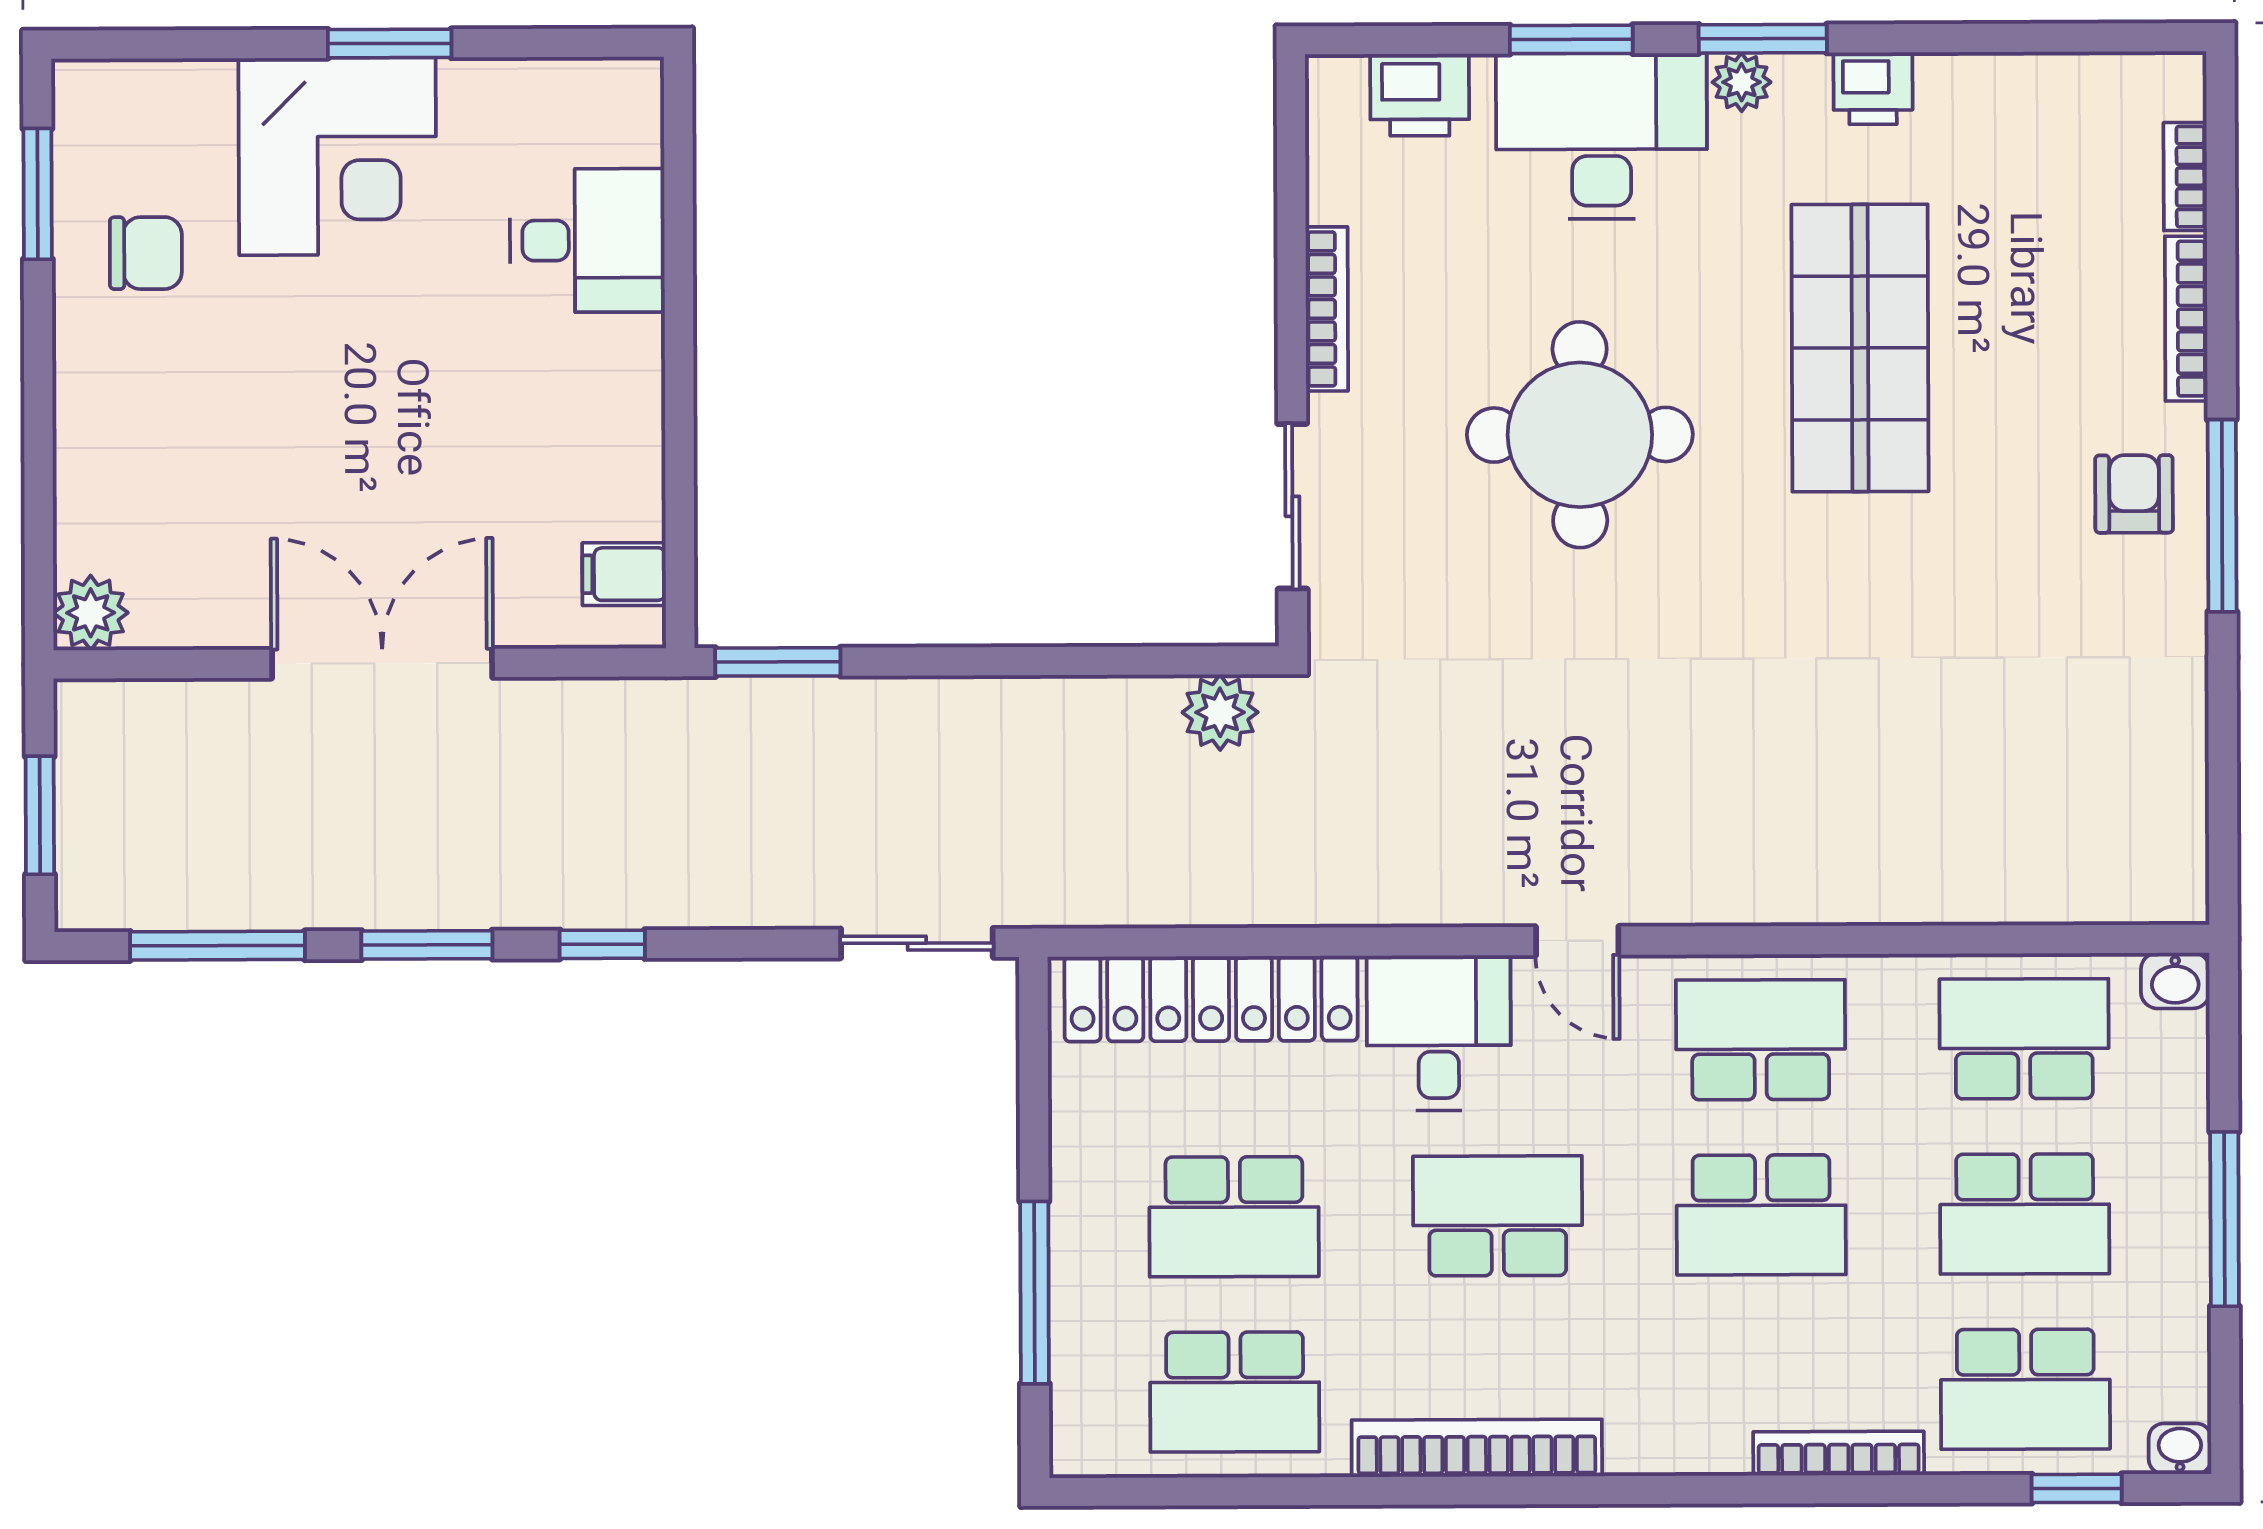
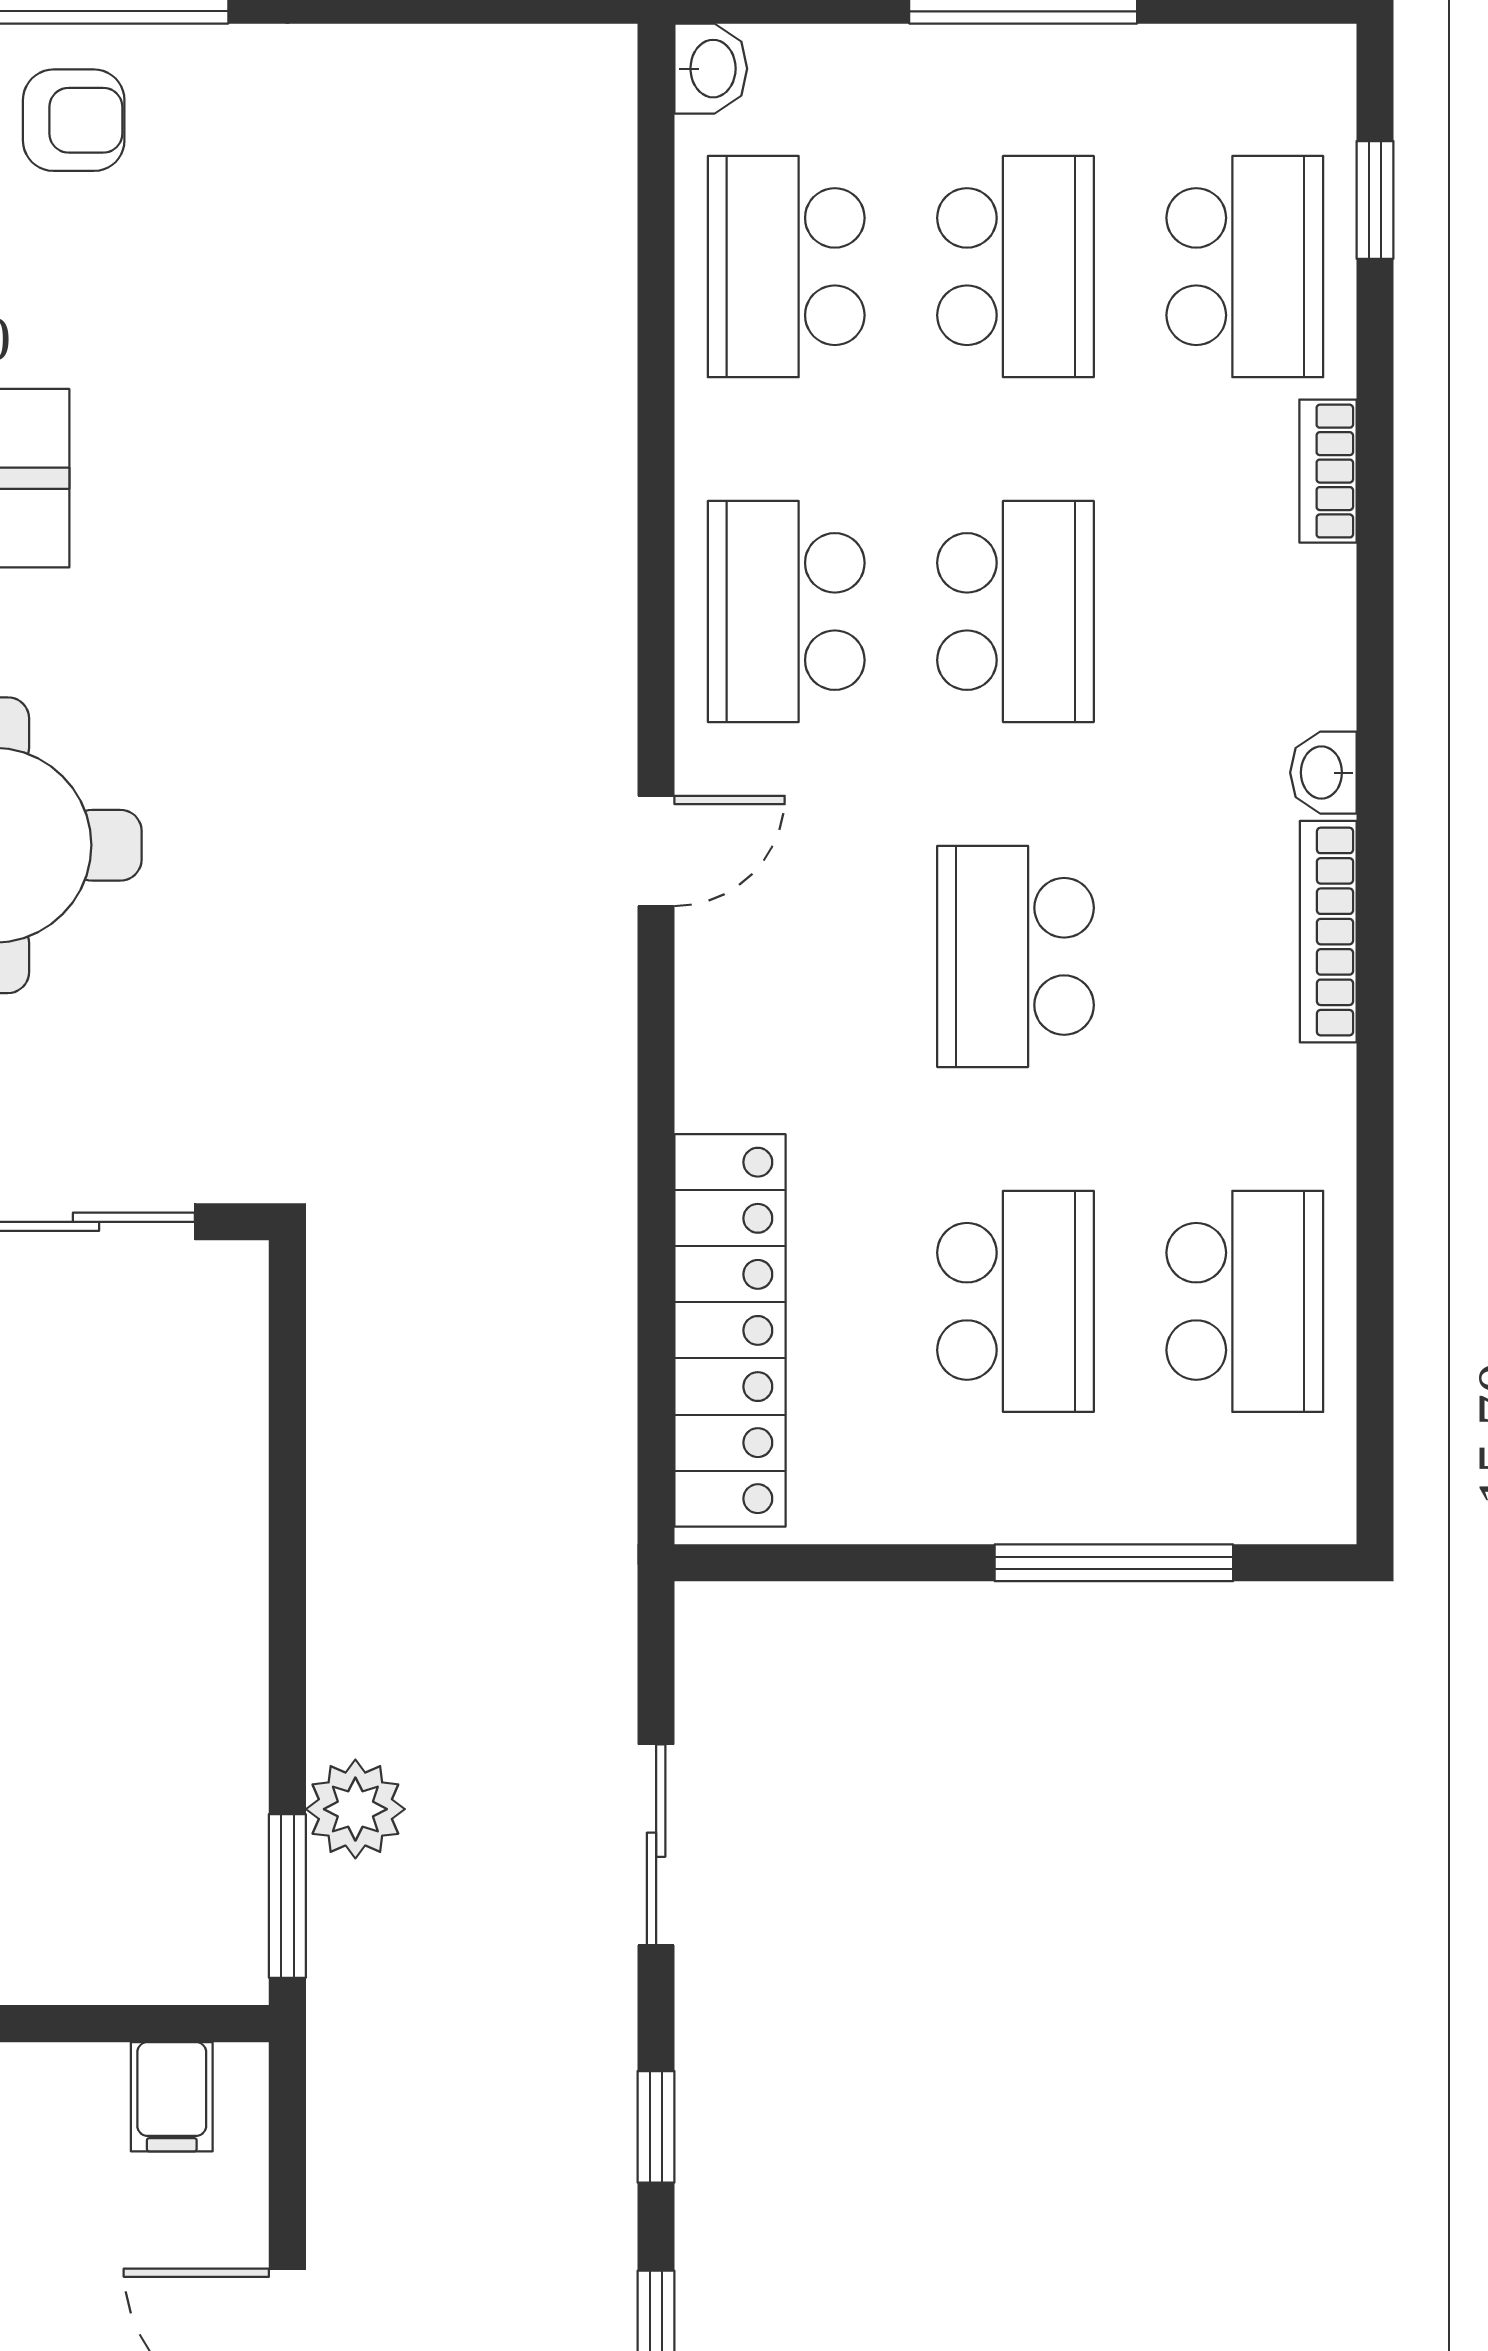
armchair: (2134, 494) -> (74, 120), turned 180
plant: (1220, 712) -> (355, 1809), moved
sliding door: (917, 943) -> (656, 1845), moved
desk: (1439, 1033) -> (776, 1033), removed
bookcase: (1477, 1448) -> (1328, 932), width x0.68, depth x0.76
washbasin: (2180, 1449) -> (1323, 773), moved
bookcase: (1839, 1453) -> (1328, 471), width x0.64

